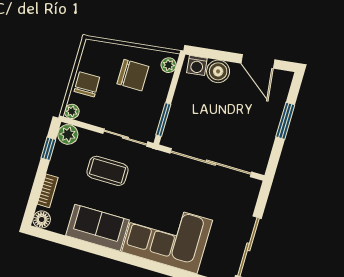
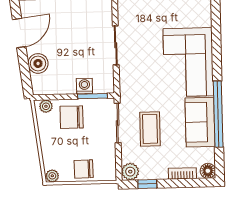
washing machine: (197, 65) -> (84, 86), moved, turned -83
chair: (133, 75) -> (72, 117), moved, turned -90
plant: (72, 111) -> (52, 176), moved
sliding door: (211, 163) -> (116, 45), width x0.54
window: (100, 250) -> (218, 114), added

